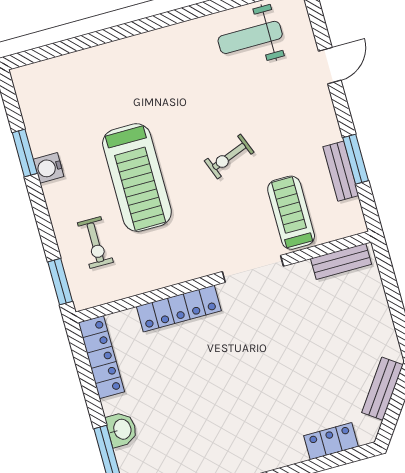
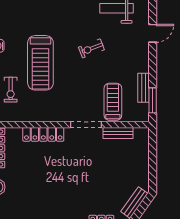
exercise bike: (229, 156) -> (91, 48), moved
window: (356, 159) -> (153, 100), moved
bench: (341, 261) -> (118, 133), moved

